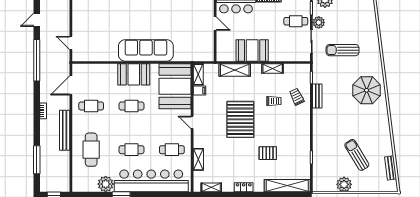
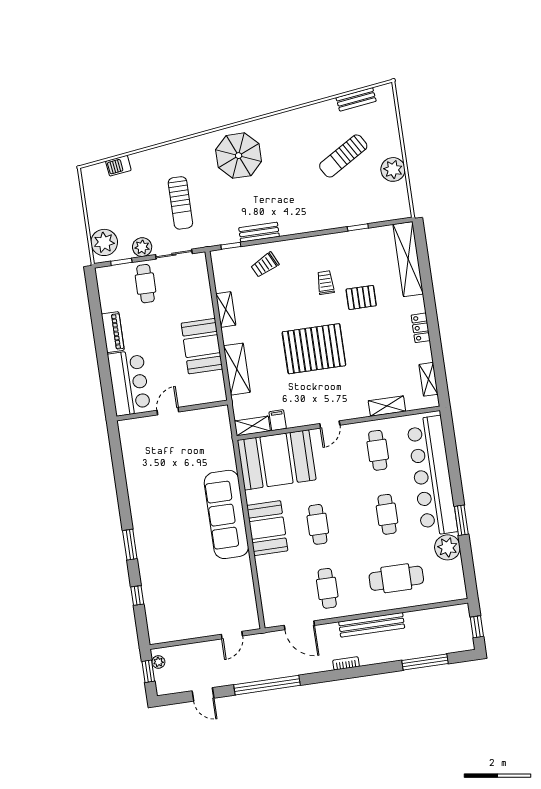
barbecue: (371, 15) -> (118, 166), added
trolley: (274, 101) -> (325, 283), moved
pallet: (268, 153) -> (361, 297), turned 90

